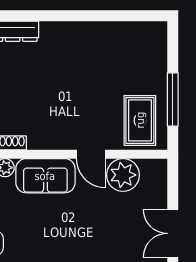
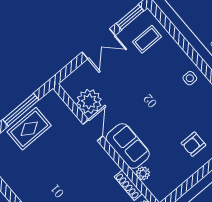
rug: (140, 120) -> (29, 129), moved

